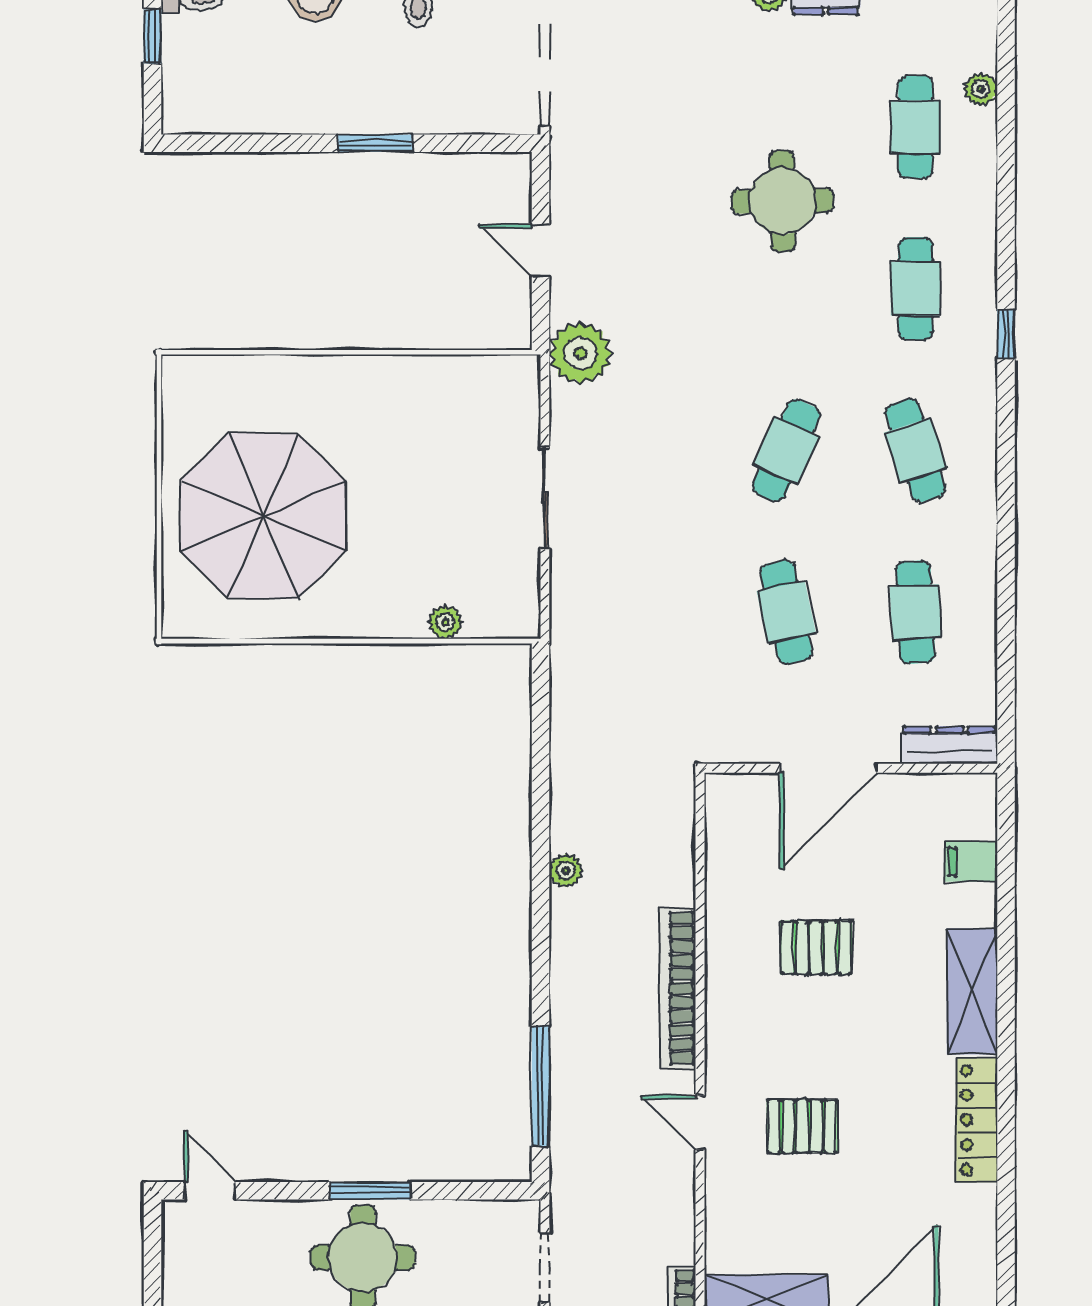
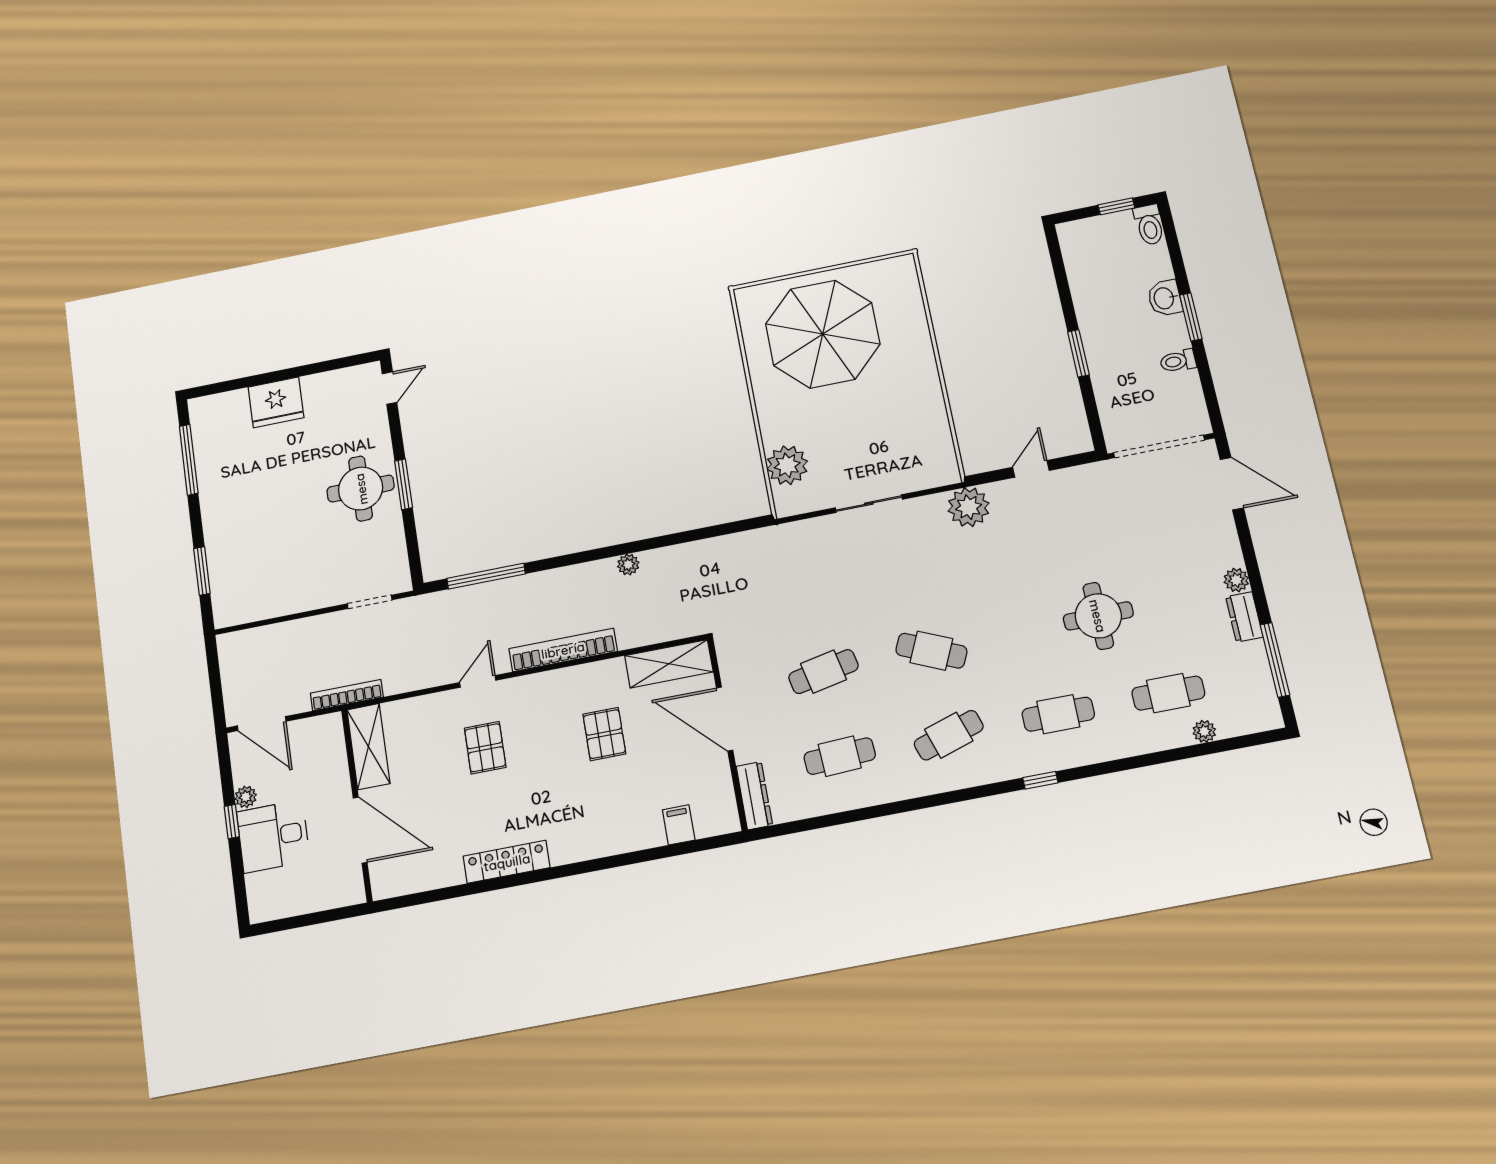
plant: (446, 622) -> (787, 465), width x1.88, depth x1.88
shelving: (972, 991) -> (669, 664), moved

